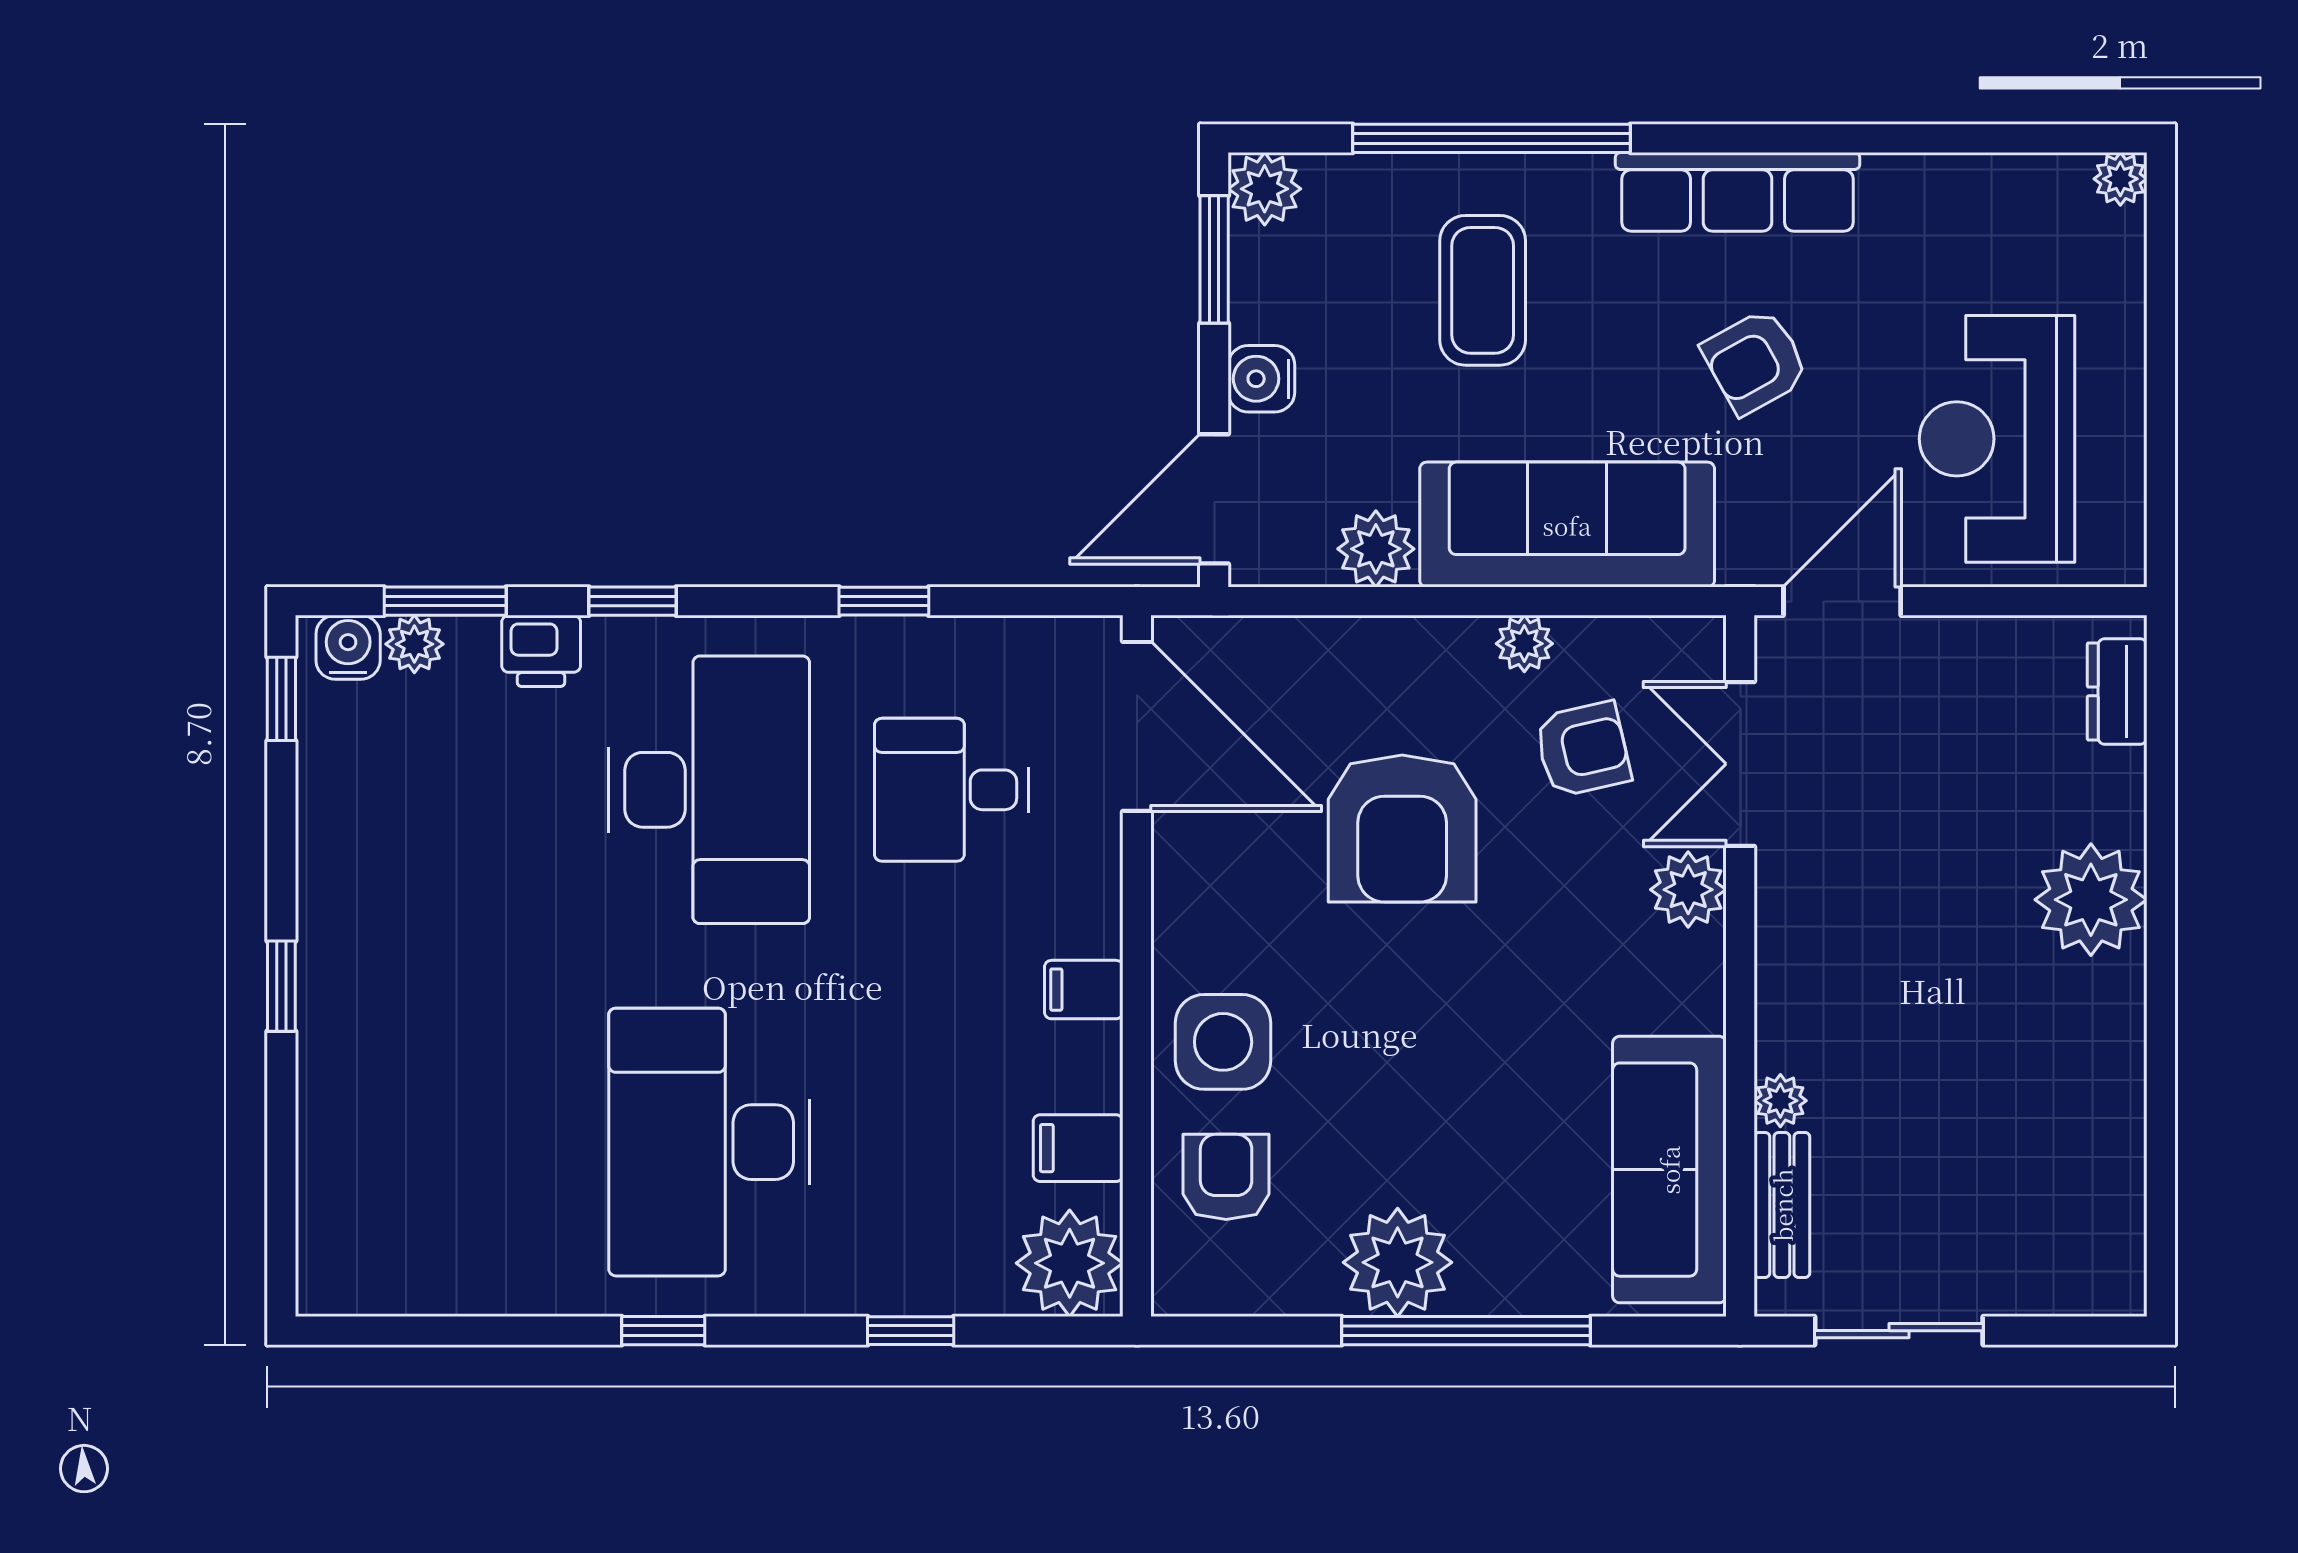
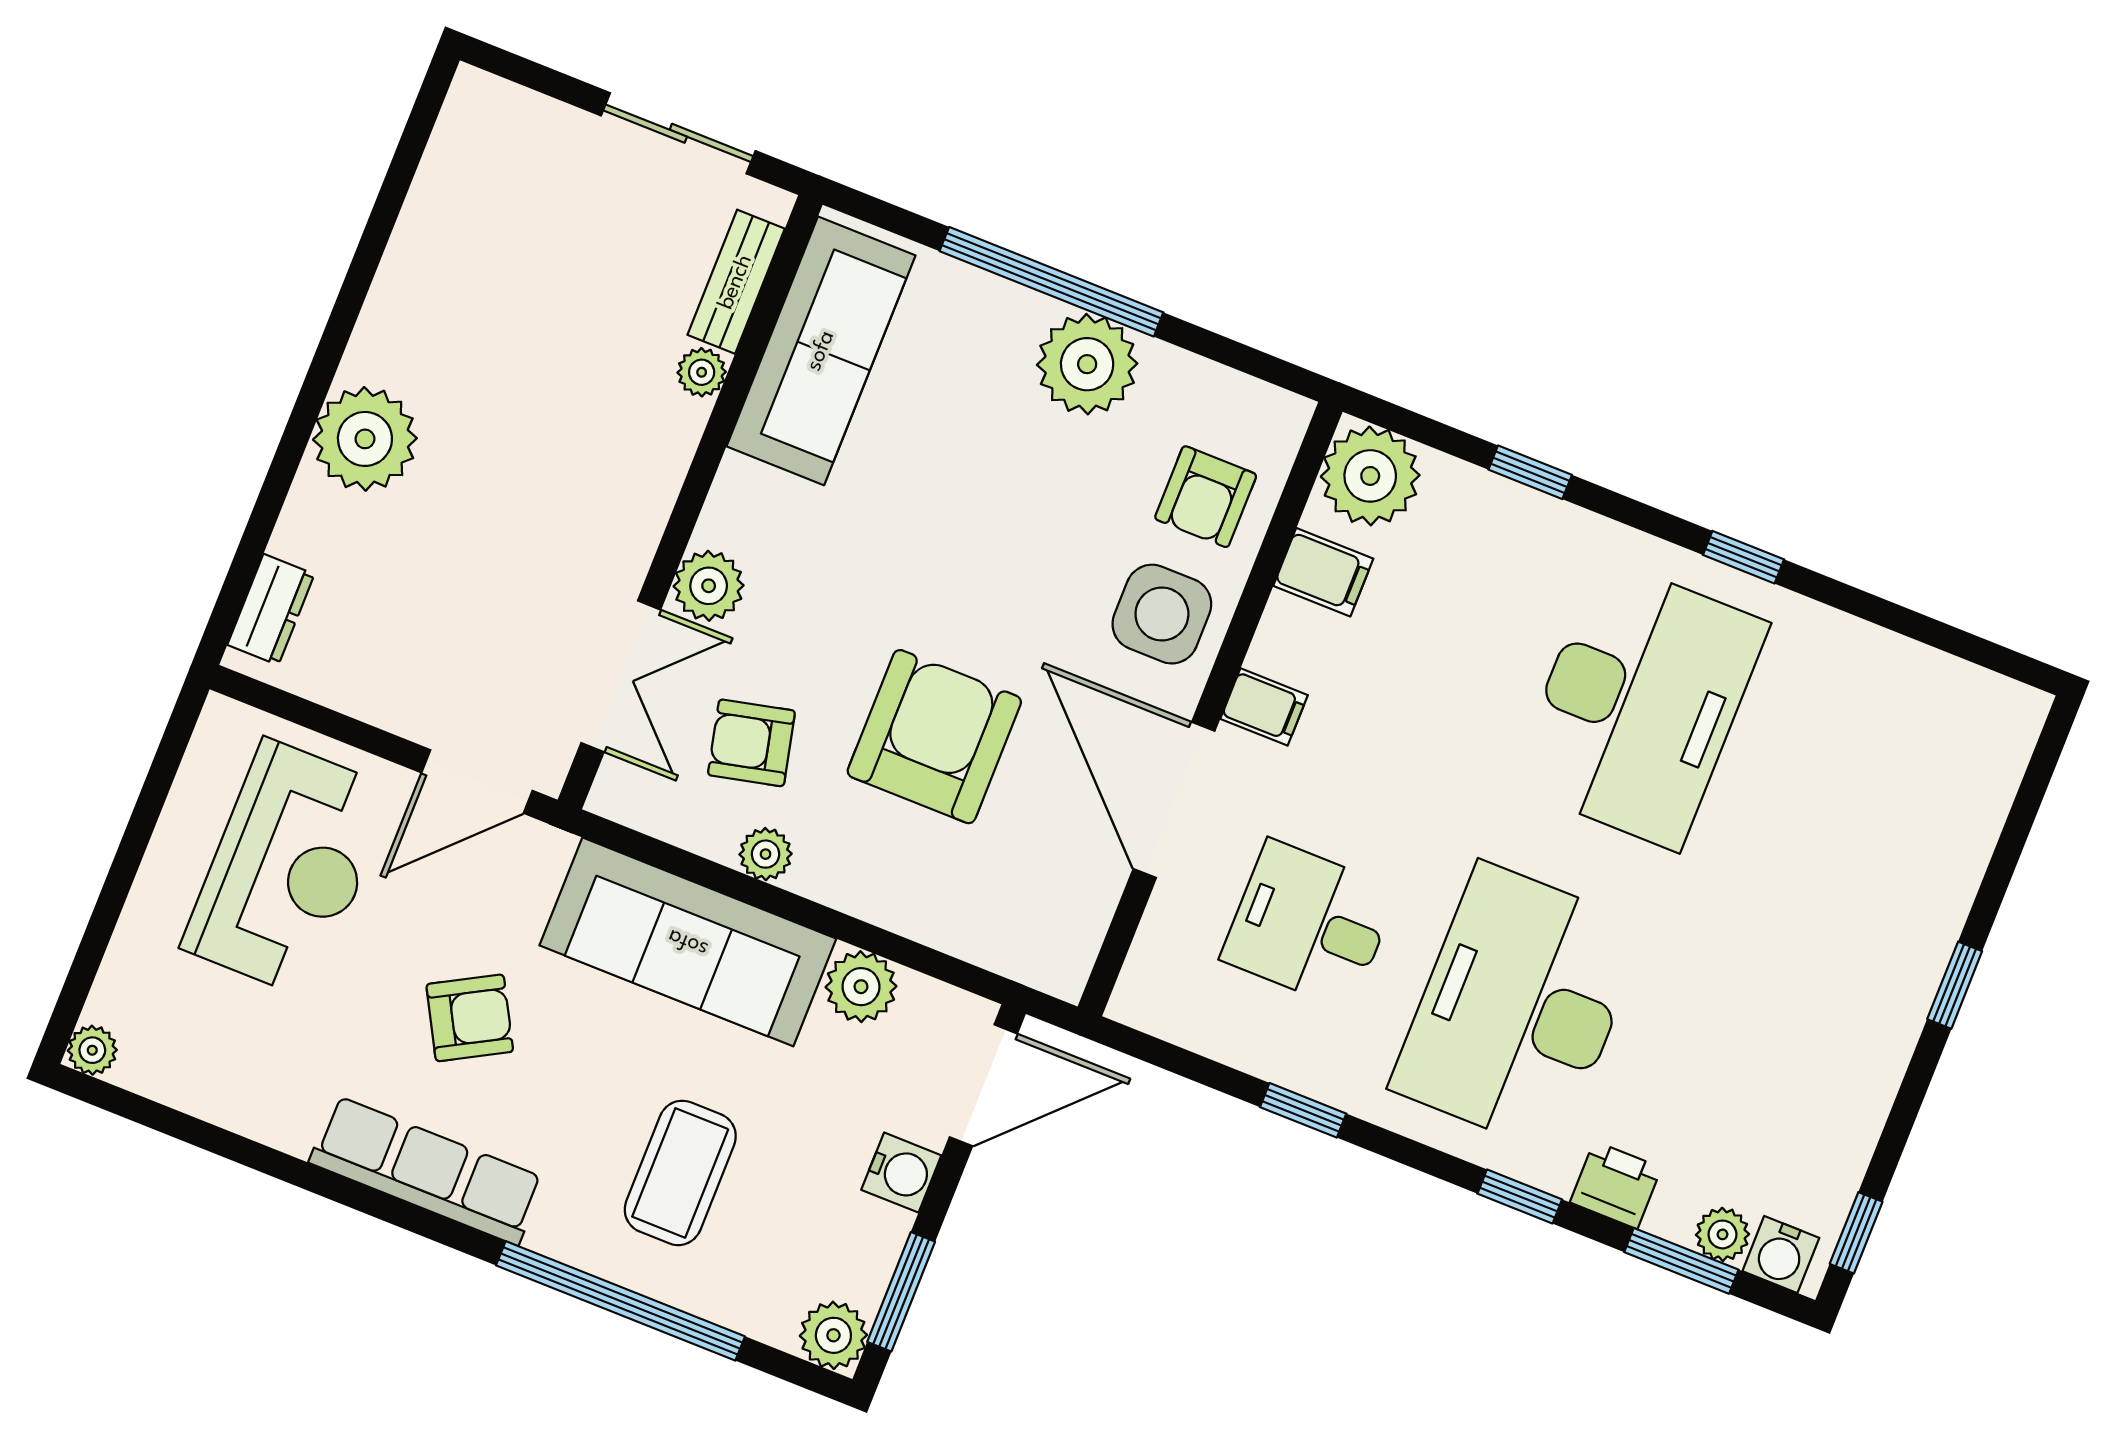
door: (1137, 726) -> (1174, 800), moved
desk: (952, 790) -> (1309, 924), turned 180

